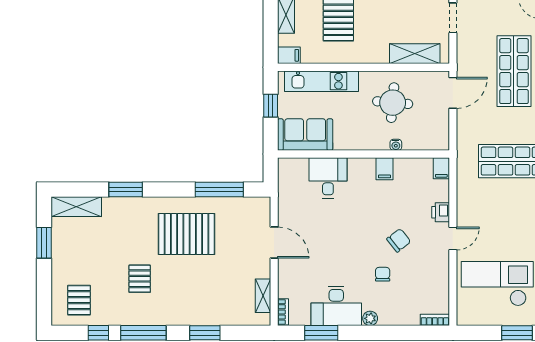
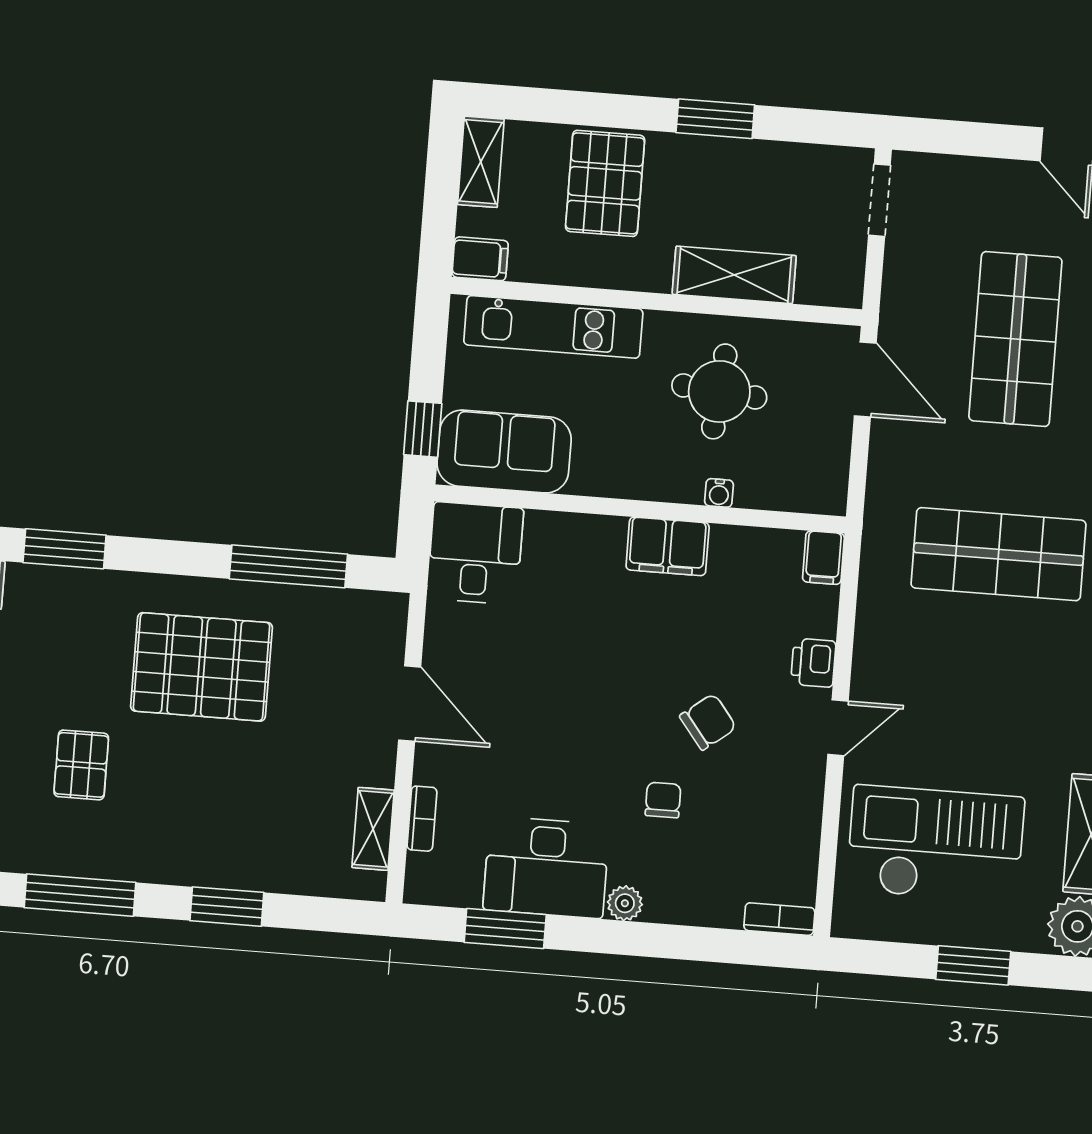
shelving: (415, 54) -> (734, 275), moved
door: (453, 93) -> (865, 379), hinge flipped
window: (271, 106) -> (423, 429), moved
filing cabinet: (385, 169) -> (668, 546), width x2.00
desk: (328, 178) -> (475, 553), moved
bookcase: (283, 312) -> (422, 819), moved

